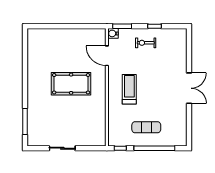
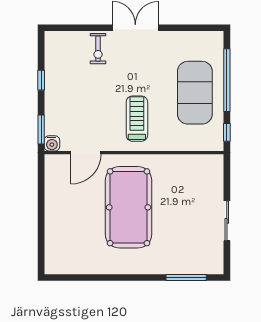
exercise bike: (146, 43) -> (98, 49), moved
pool table: (71, 84) -> (129, 207), width x1.36, depth x1.32
treadmill: (129, 89) -> (137, 119), turned 90
exercise mat: (146, 127) -> (195, 93), width x2.00, depth x1.45

